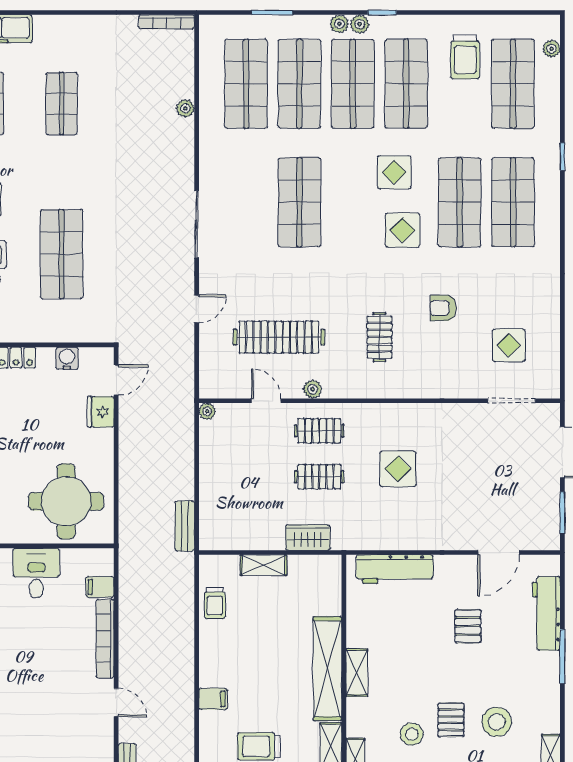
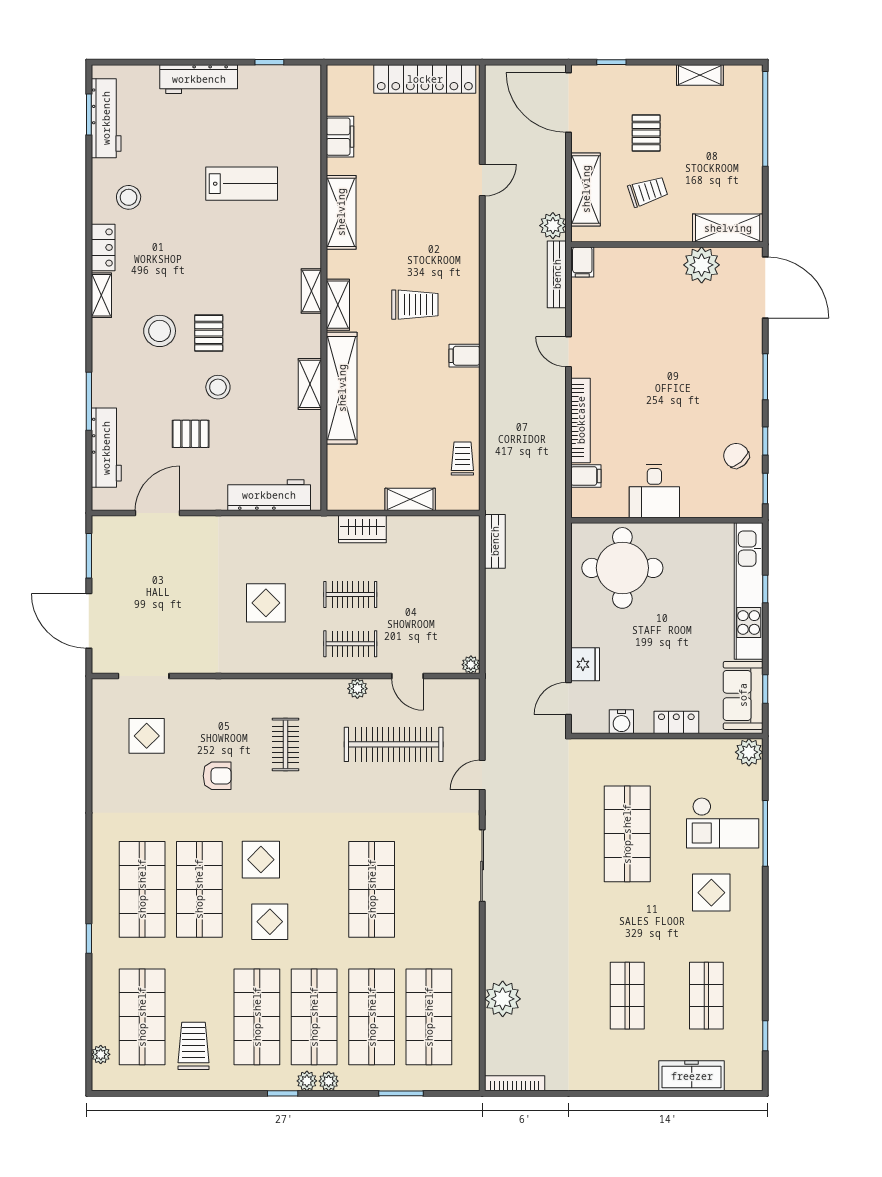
plant: (185, 108) -> (503, 999), width x1.87, depth x1.87
pallet: (468, 626) -> (191, 434), turned 90
stool: (412, 734) -> (218, 387), moved

